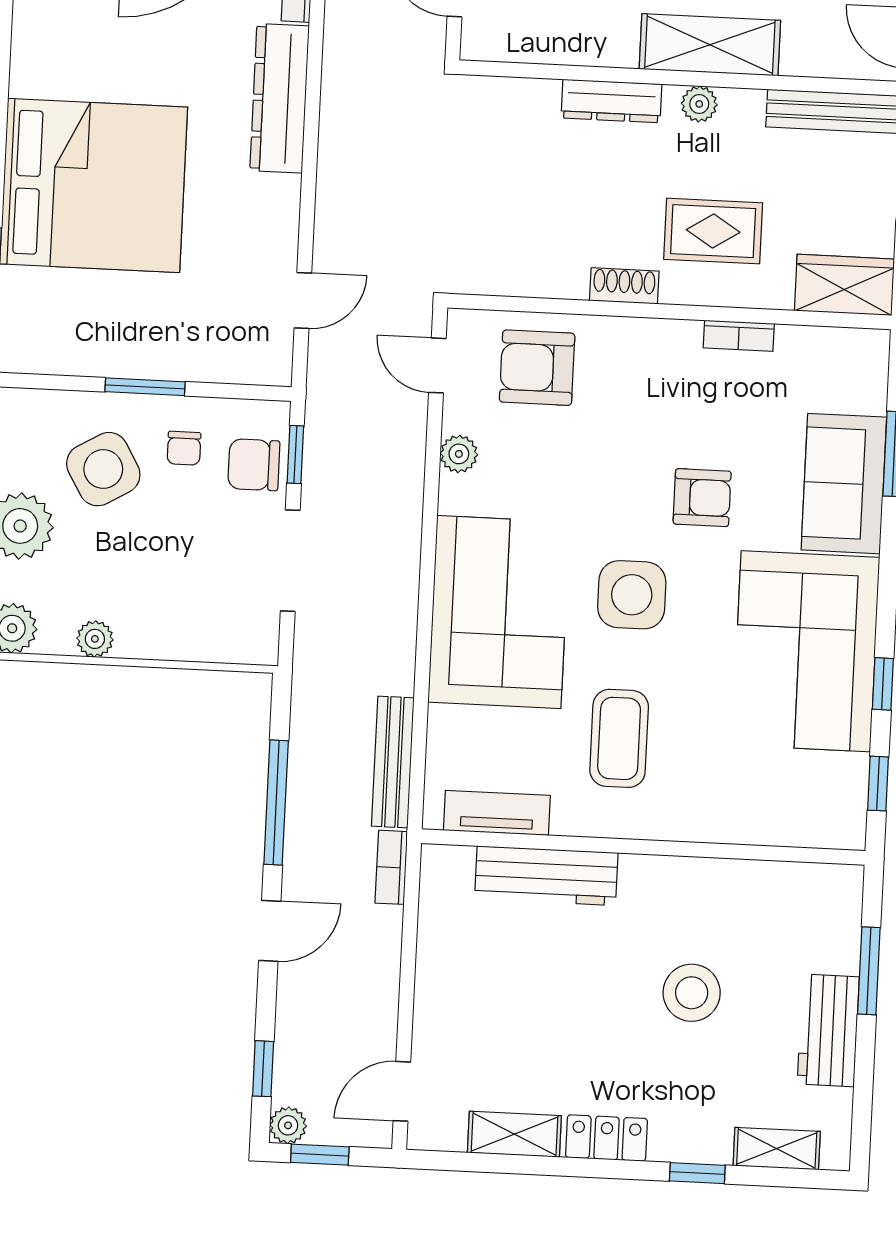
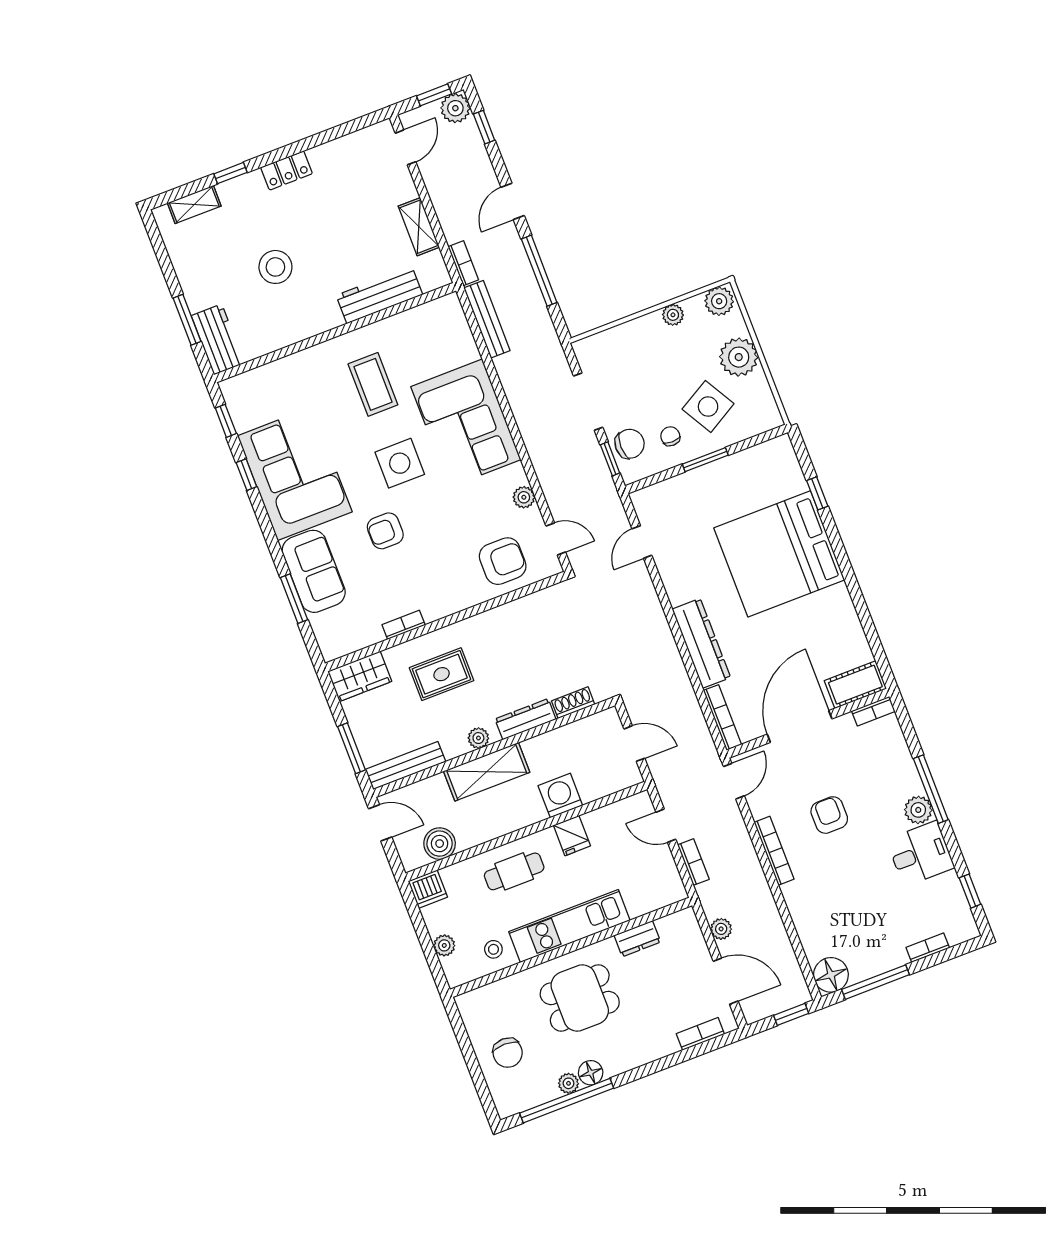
shoe rack: (624, 286) -> (573, 703), moved, turned 180
tv unit: (497, 813) -> (420, 317), removed
workbench: (828, 1030) -> (218, 339), moved
plant: (288, 1125) -> (455, 108), width x1.38, depth x1.38
shelving: (514, 1134) -> (419, 227), moved, turned 90

